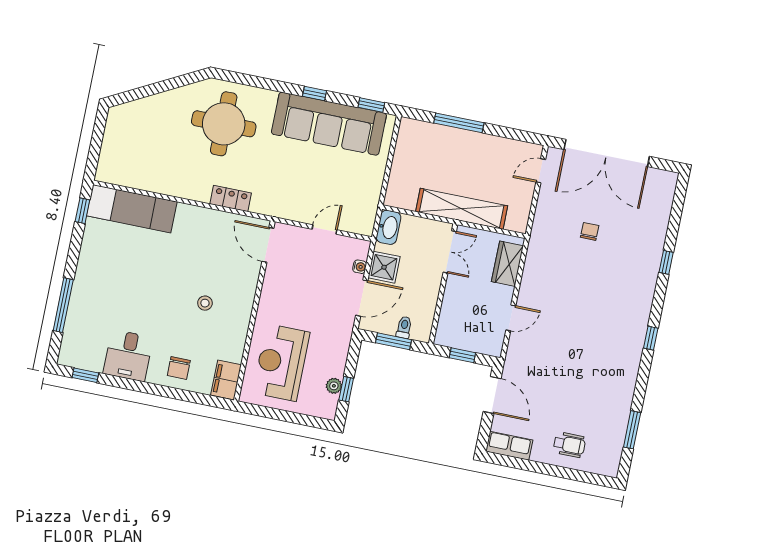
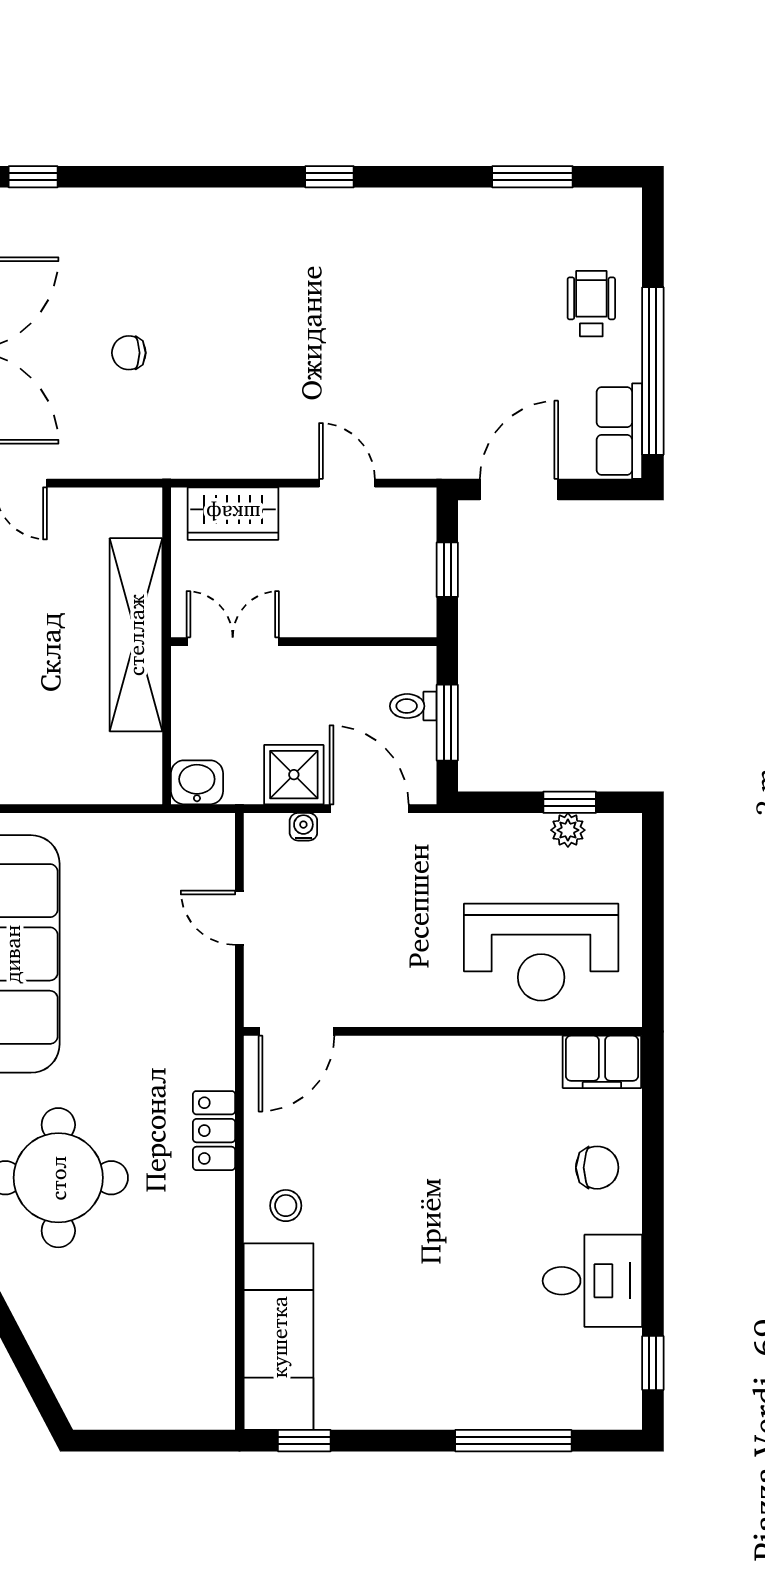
washbasin: (389, 227) -> (197, 782), width x0.72
window: (666, 262) -> (33, 177), moved
stool: (205, 303) -> (286, 1206), moved
window: (533, 466) -> (653, 371), added

